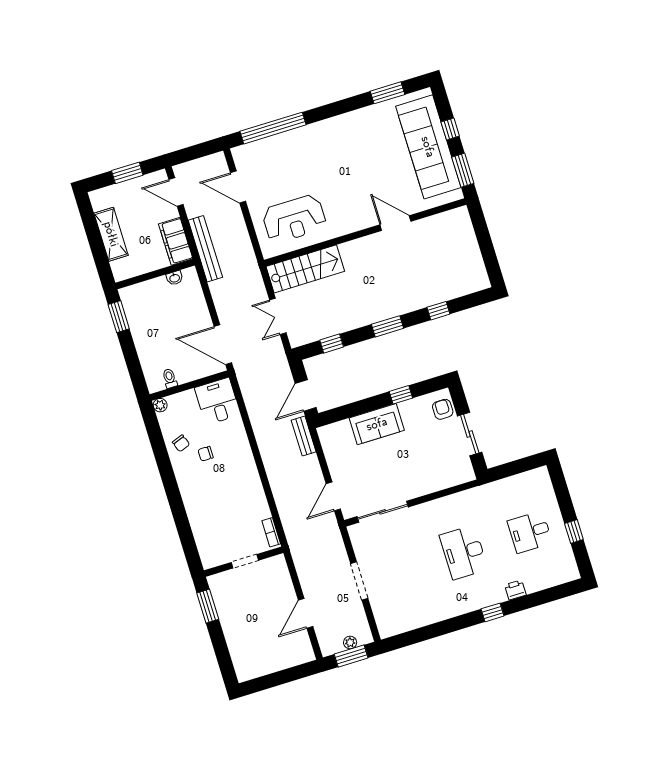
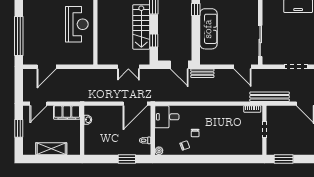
reception desk: (294, 219) -> (77, 24), moved
bench: (205, 249) -> (270, 97), moved
stairs: (305, 269) -> (141, 27), moved, turned 180
window: (119, 317) -> (127, 159), moved
sofa: (377, 424) -> (208, 29), width x1.36

